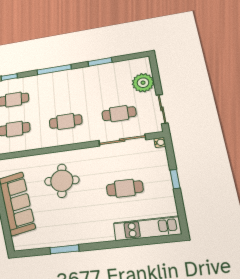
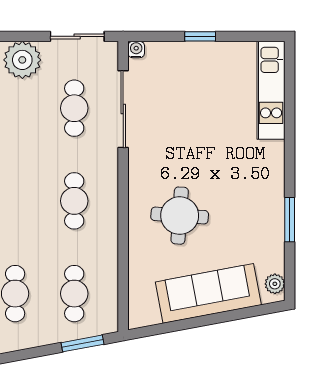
cafe table: (125, 188) -> (205, 115), removed
plant: (24, 244) -> (275, 284), added

